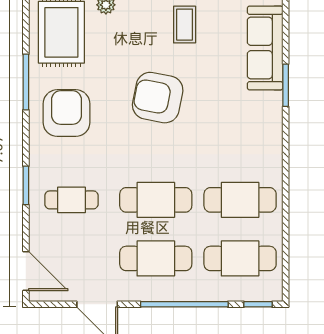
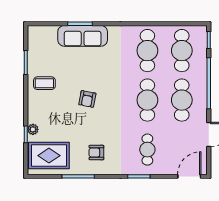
sofa: (265, 48) -> (83, 36), moved
armchair: (158, 98) -> (87, 99), width x0.53, depth x0.53
armchair: (67, 113) -> (96, 153), width x0.53, depth x0.53

